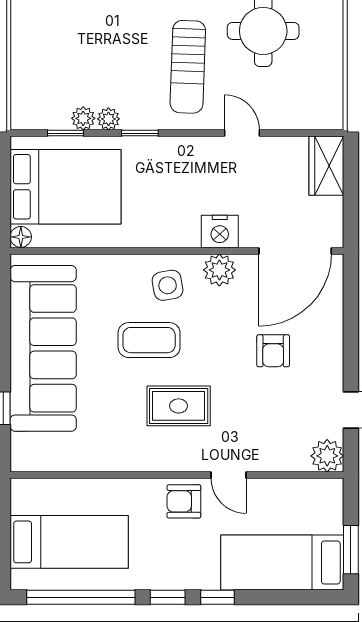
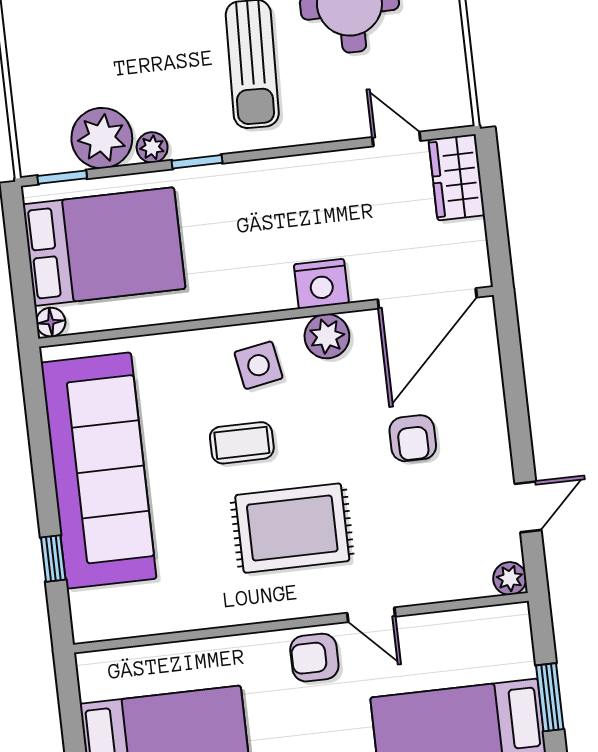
plant: (83, 118) -> (102, 138), width x1.87, depth x1.87
window: (66, 133) -> (62, 177), moved
door: (242, 133) -> (396, 139), moved
coffee table: (149, 340) -> (242, 443), width x0.73, depth x0.77
rug: (179, 406) -> (292, 528), width x1.36, depth x1.43
plant: (327, 456) -> (510, 578), width x0.73, depth x0.73

